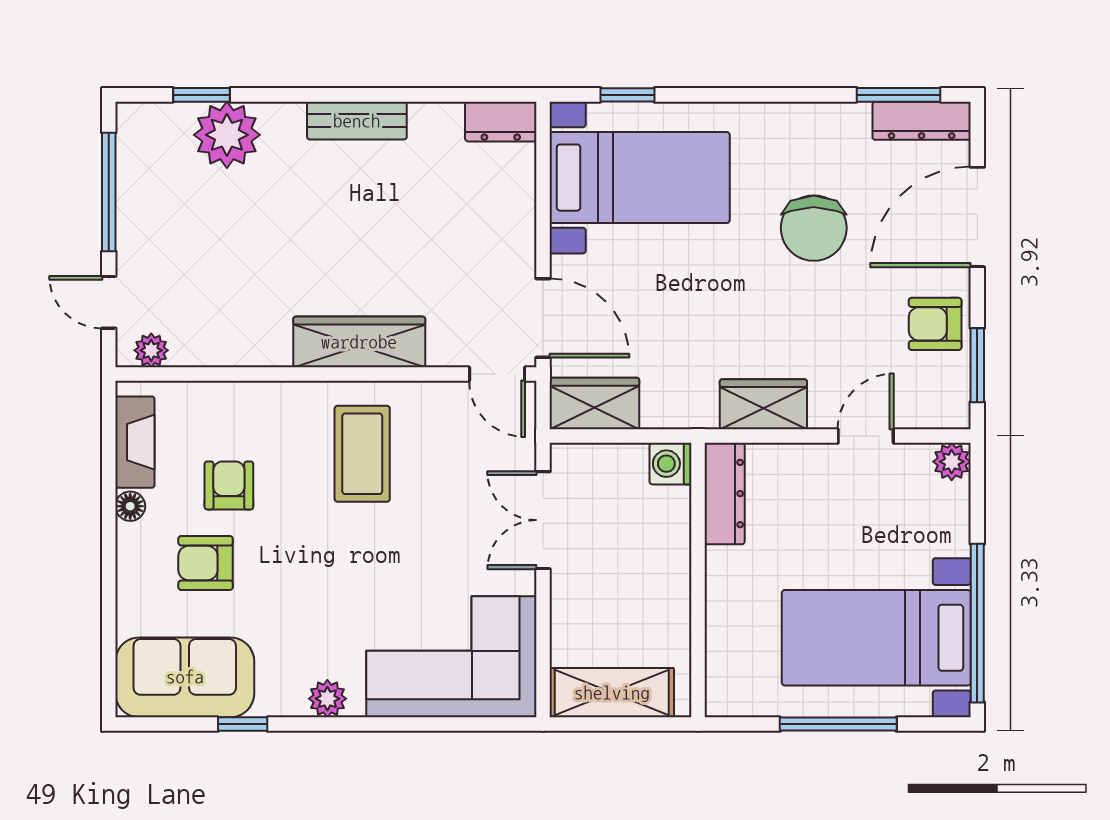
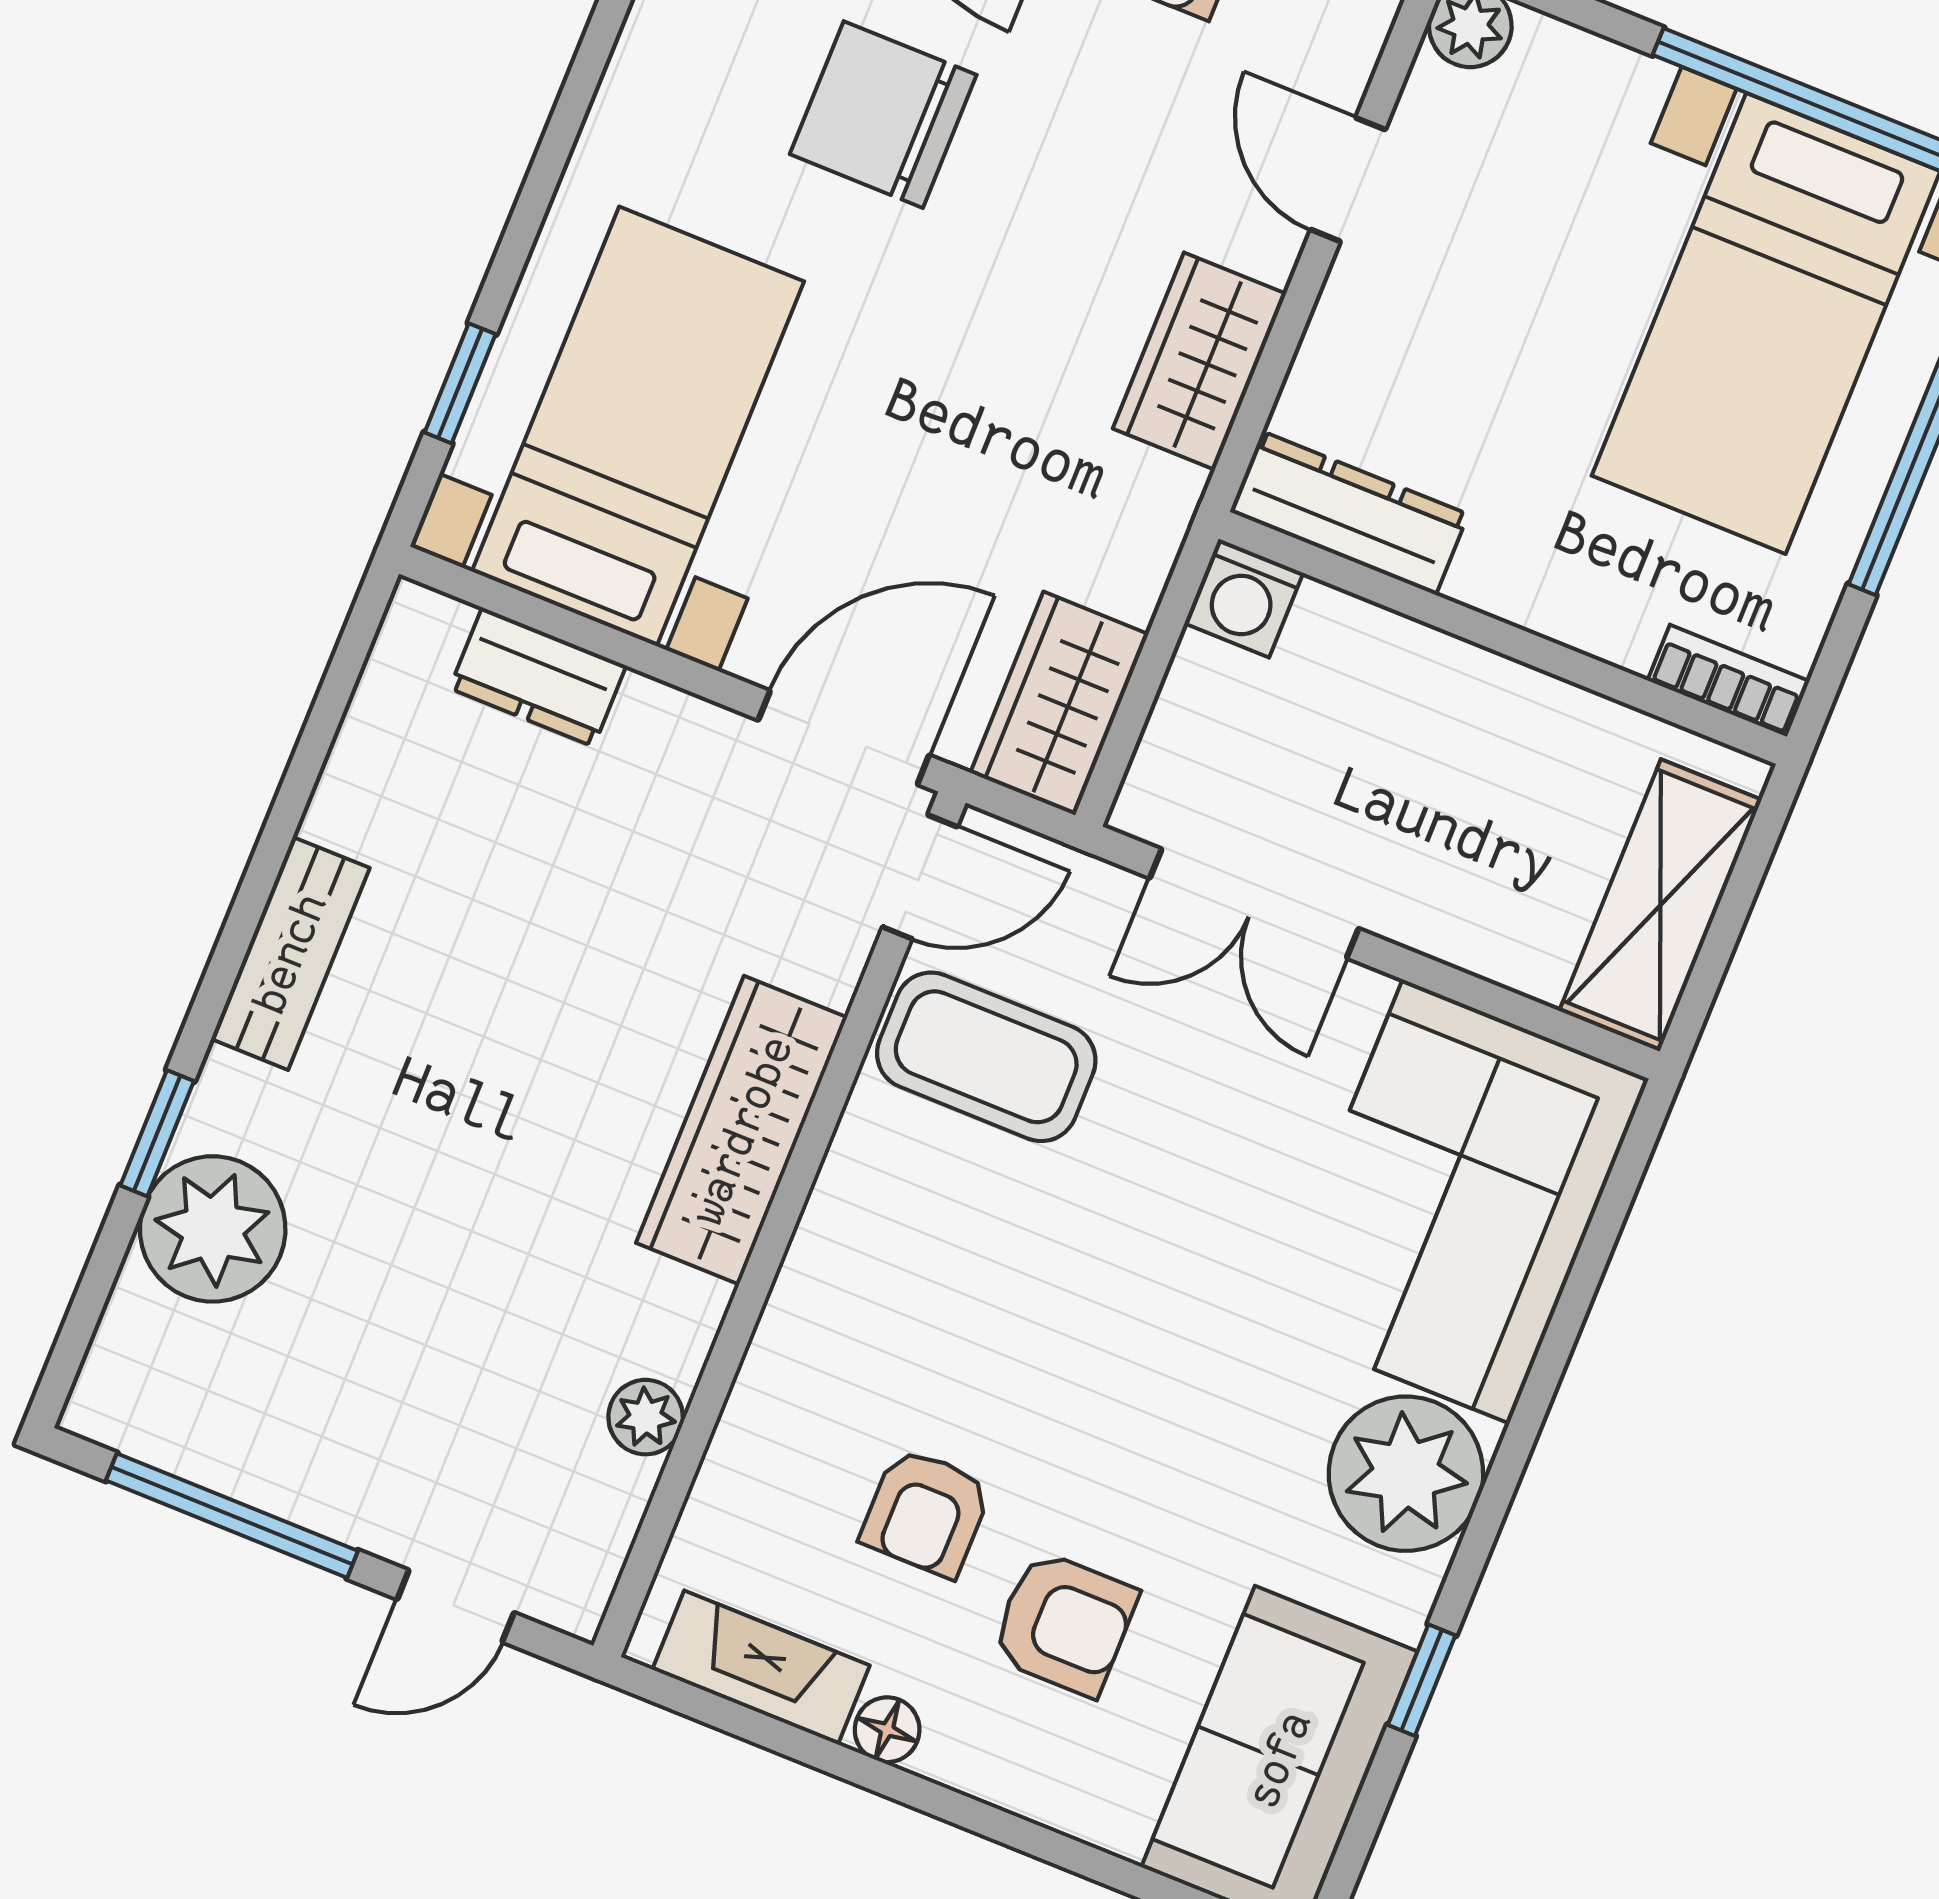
window: (202, 95) -> (157, 1133), moved
dresser: (501, 122) -> (538, 677), moved, turned 90
chair: (814, 228) -> (883, 115), turned 180
plant: (151, 350) -> (646, 1417), moved
coffee table: (362, 454) -> (986, 1057), moved
armchair: (229, 485) -> (926, 1512), turned -90
armchair: (206, 563) -> (1064, 1623), turned -90
bookcase: (719, 683) -> (1728, 681), added
plant: (327, 699) -> (1406, 1474), width x1.88, depth x1.88

